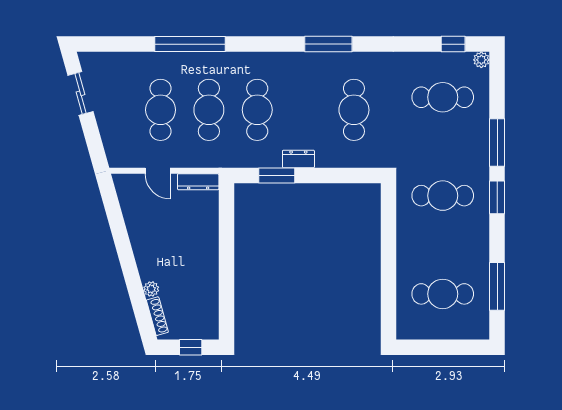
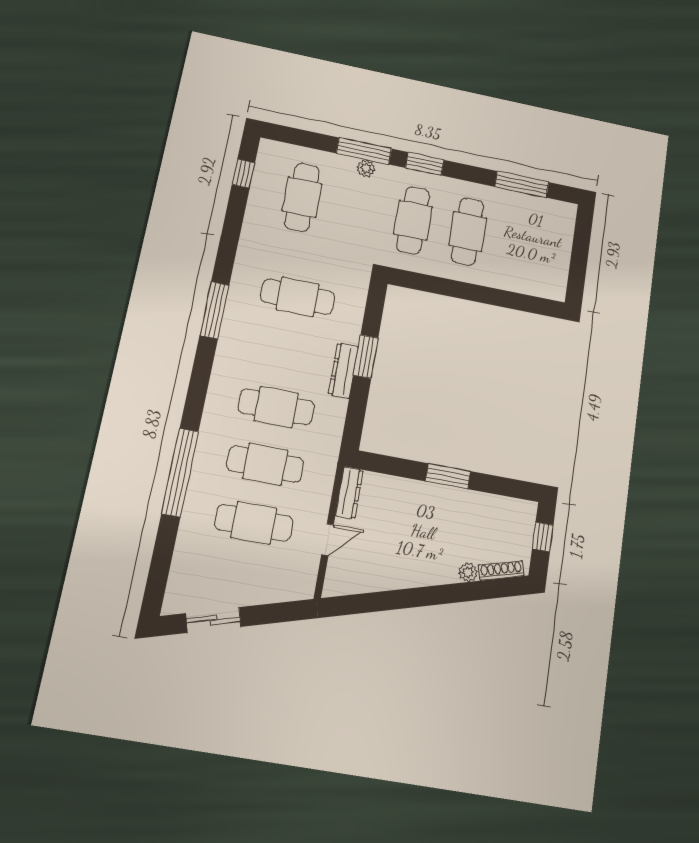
plant: (481, 60) -> (366, 168), moved
dresser: (298, 159) -> (343, 370), width x1.44
window: (277, 176) -> (366, 356), moved
window: (226, 260) -> (448, 476), added
cafe table: (443, 294) -> (468, 231), moved

